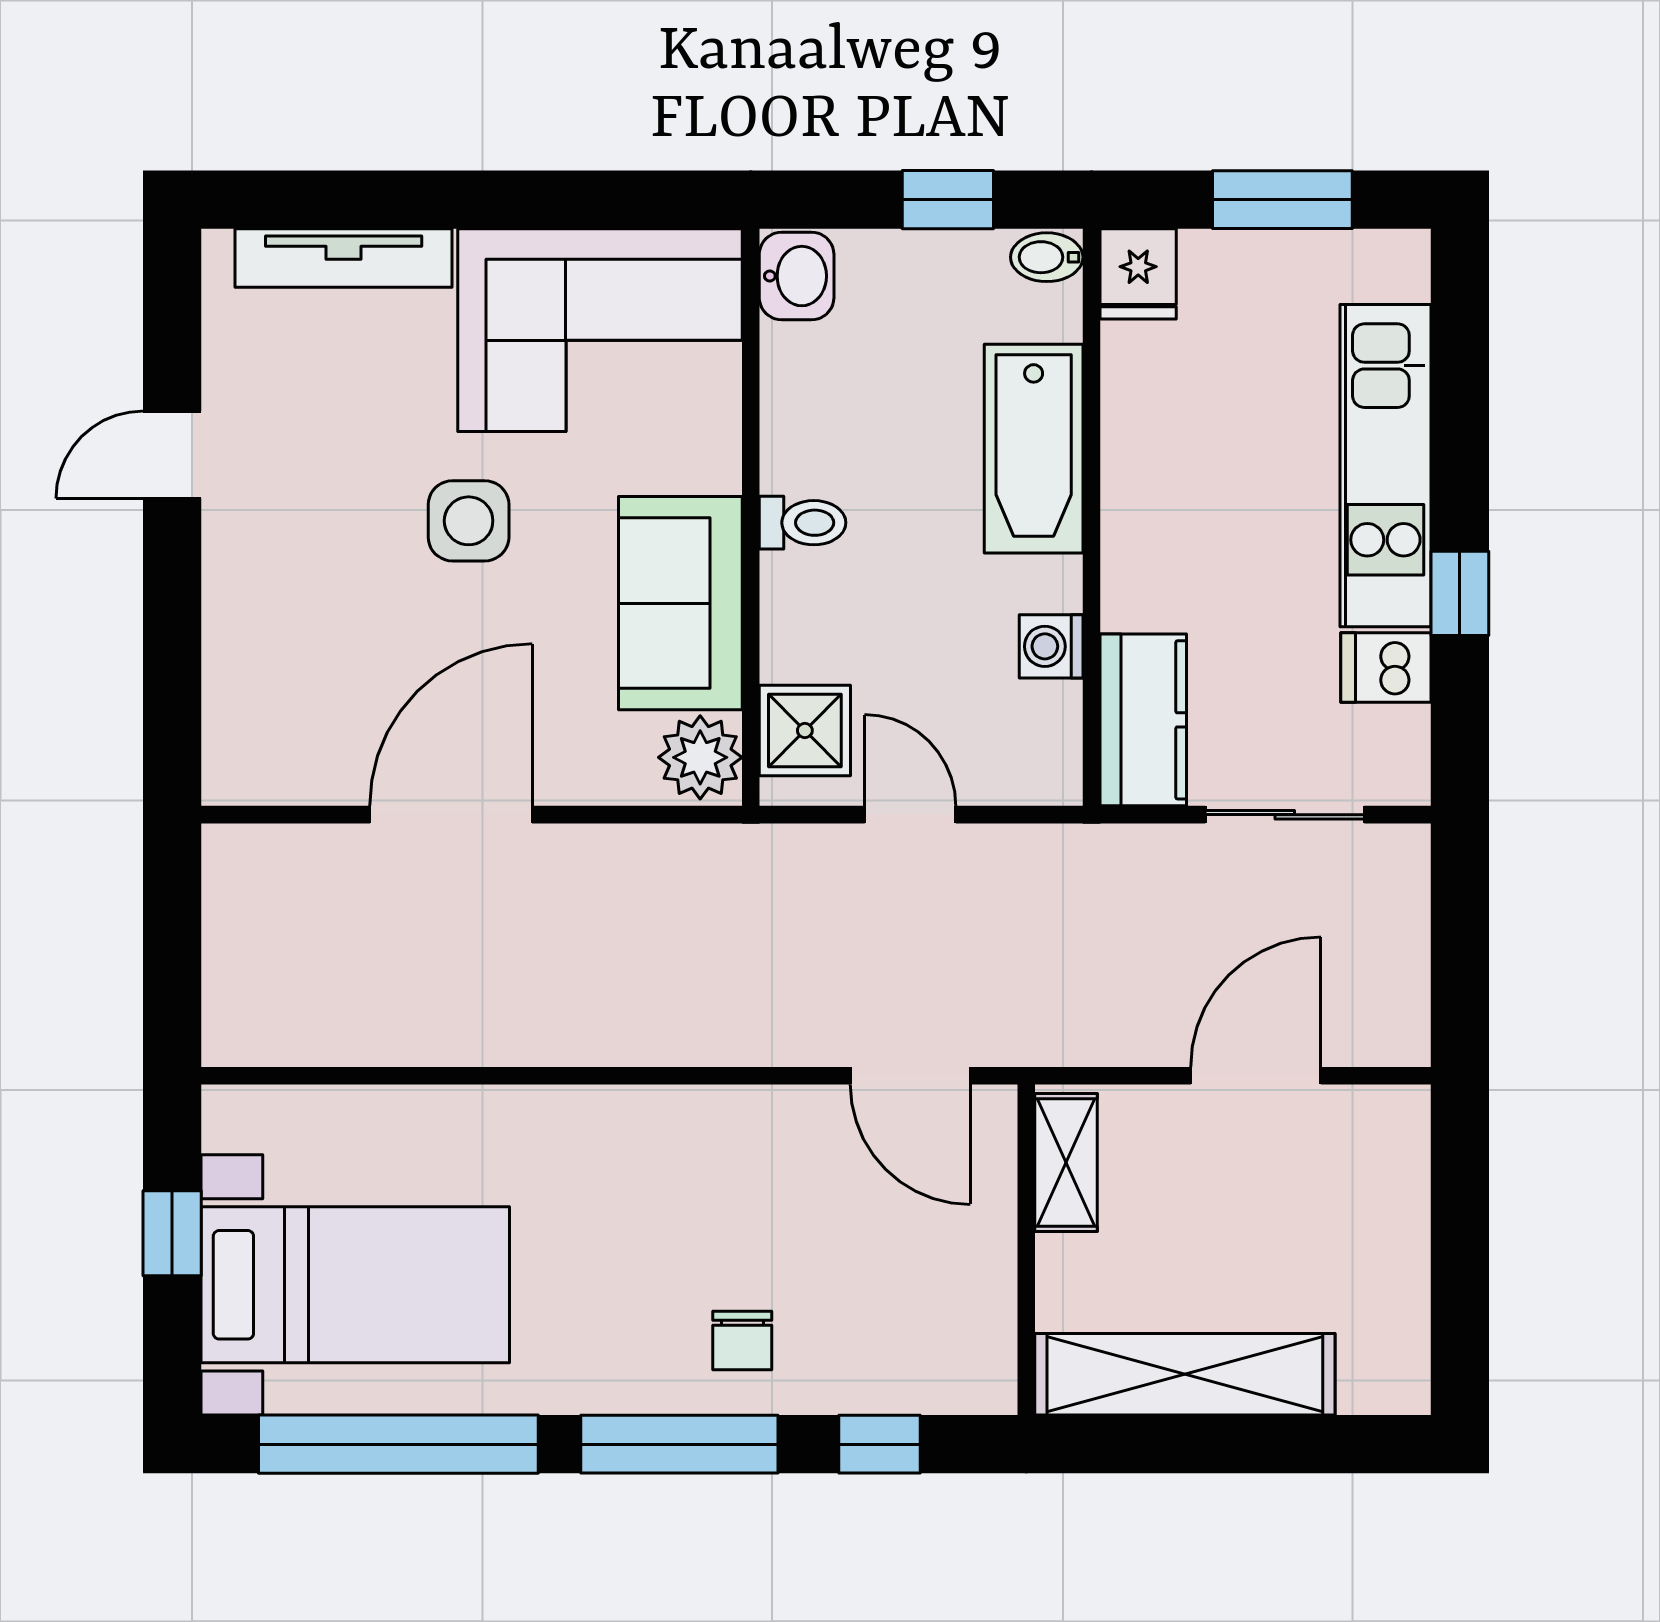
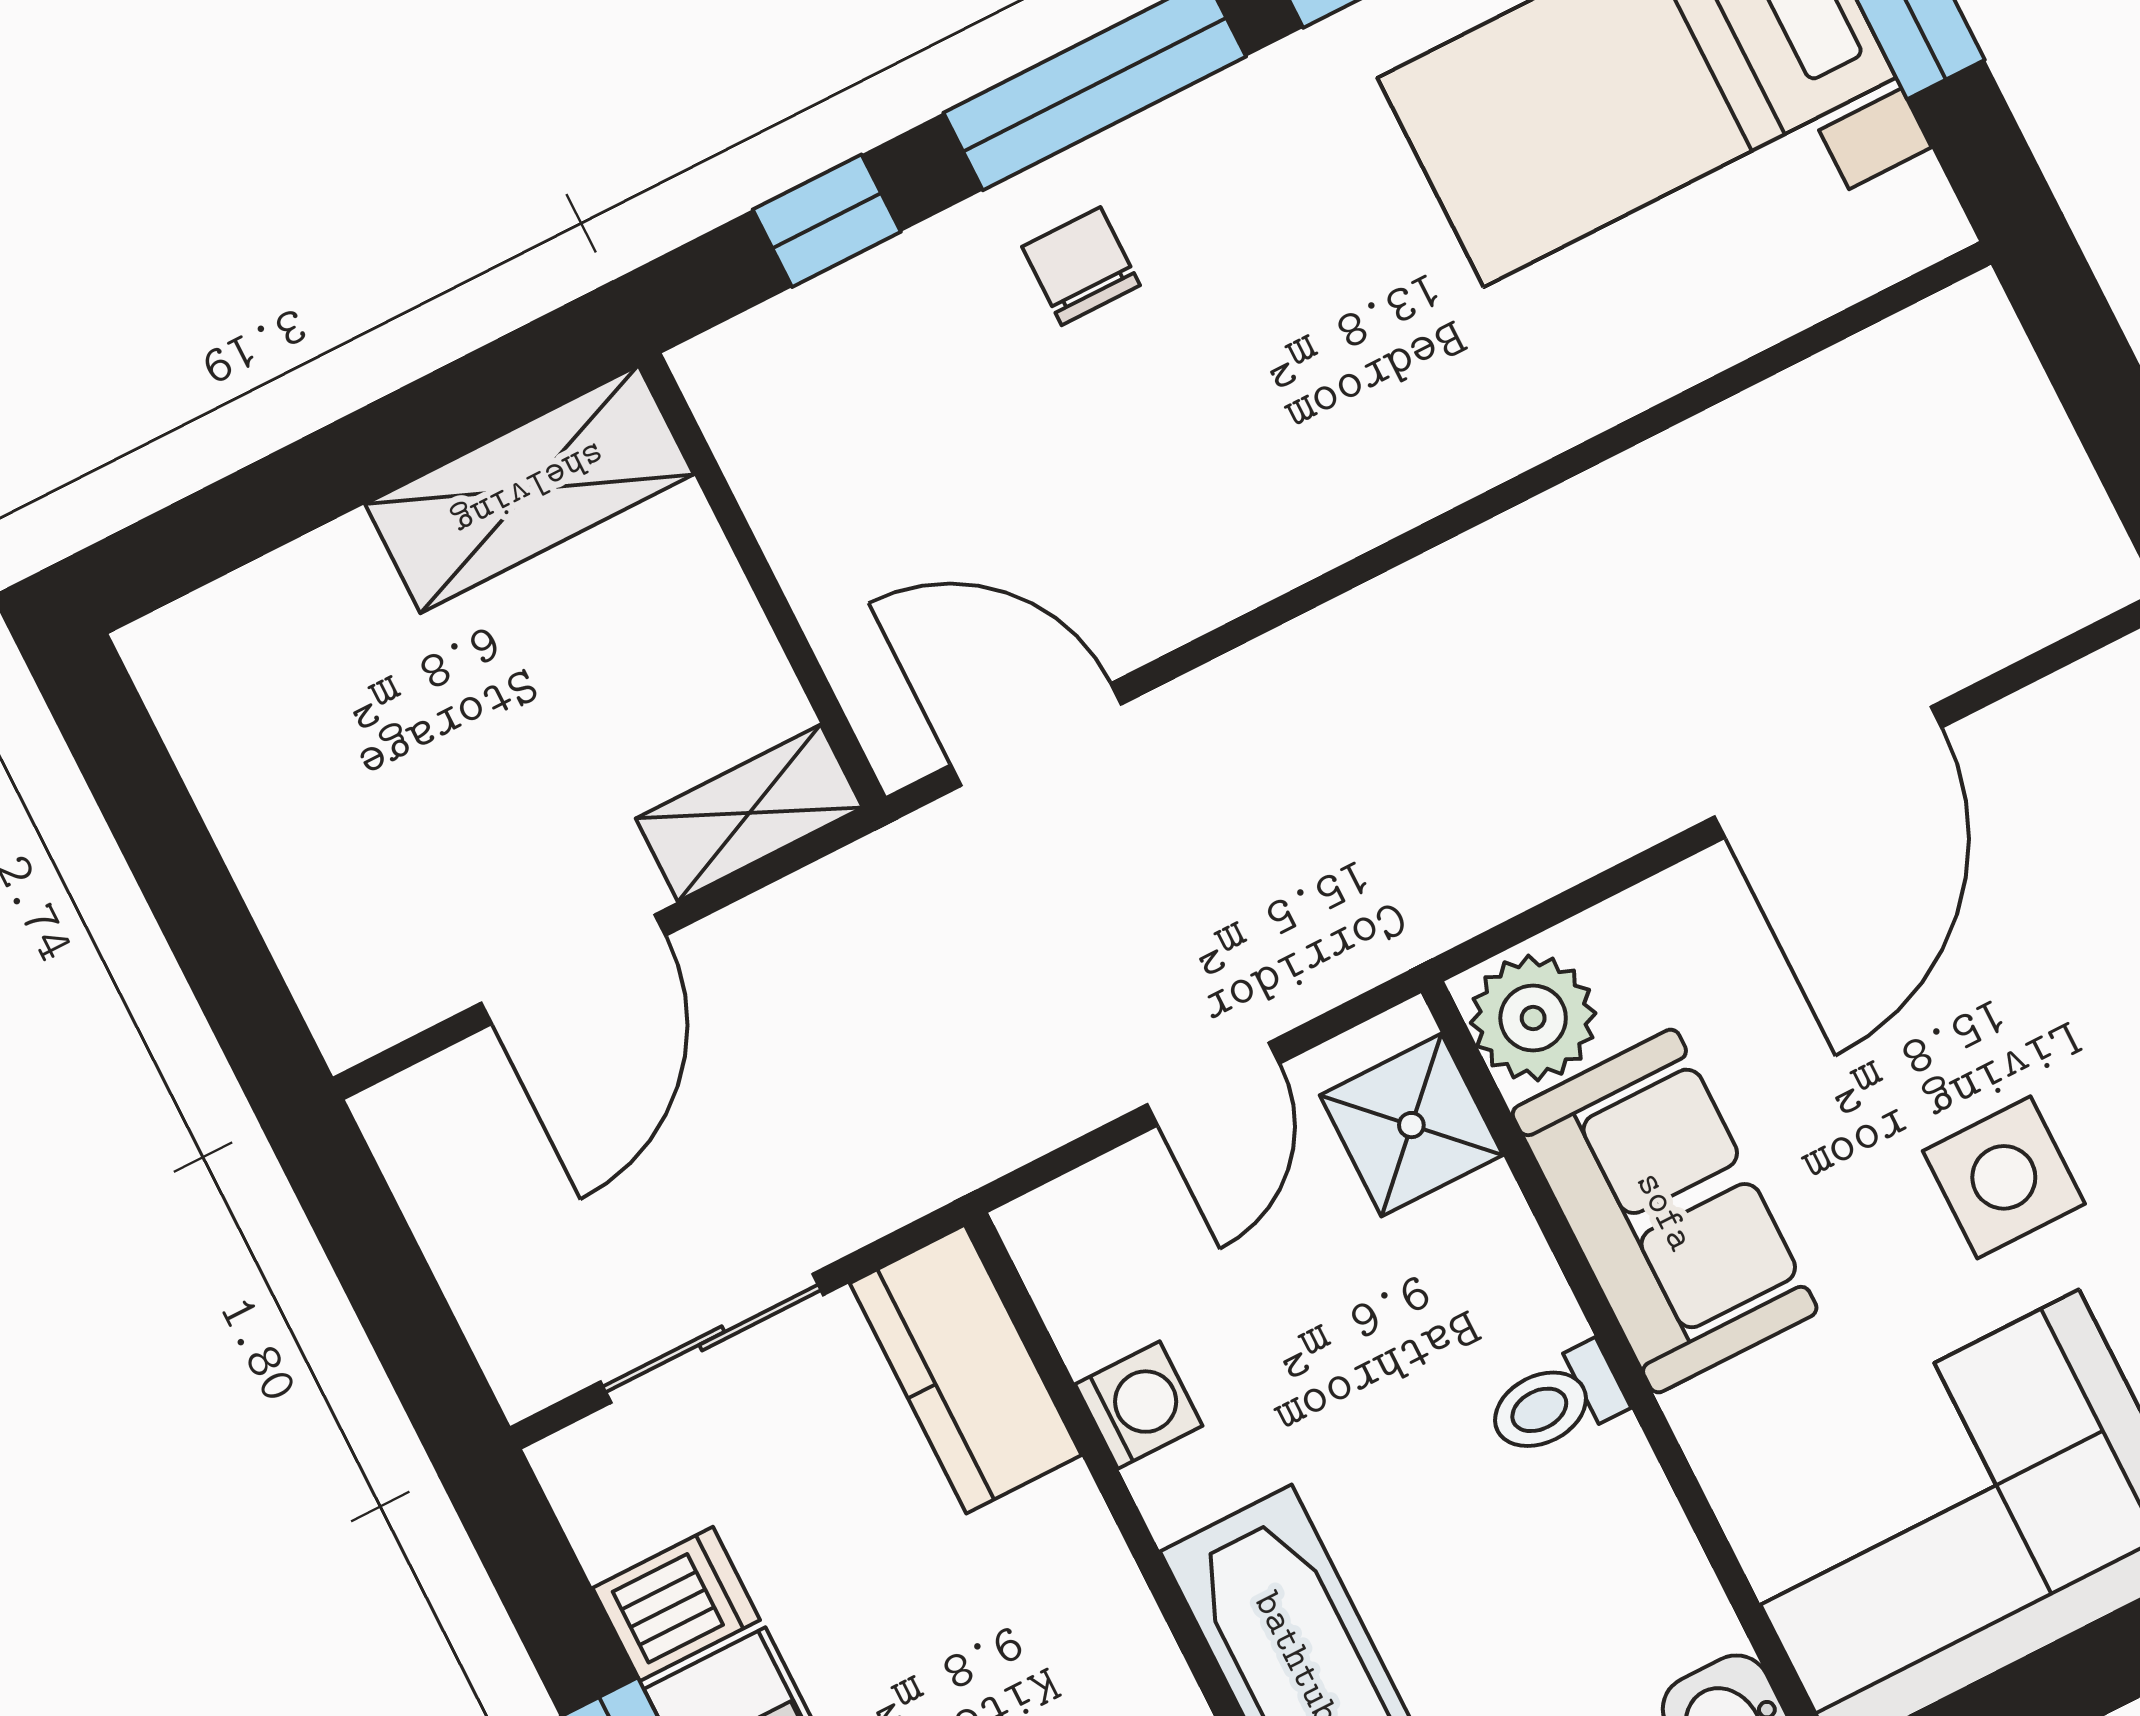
door: (910, 815) -> (1213, 1084), hinge flipped
shelving: (1066, 1163) -> (749, 813), moved, turned 90
shelving: (1185, 1374) -> (529, 489), width x0.68

